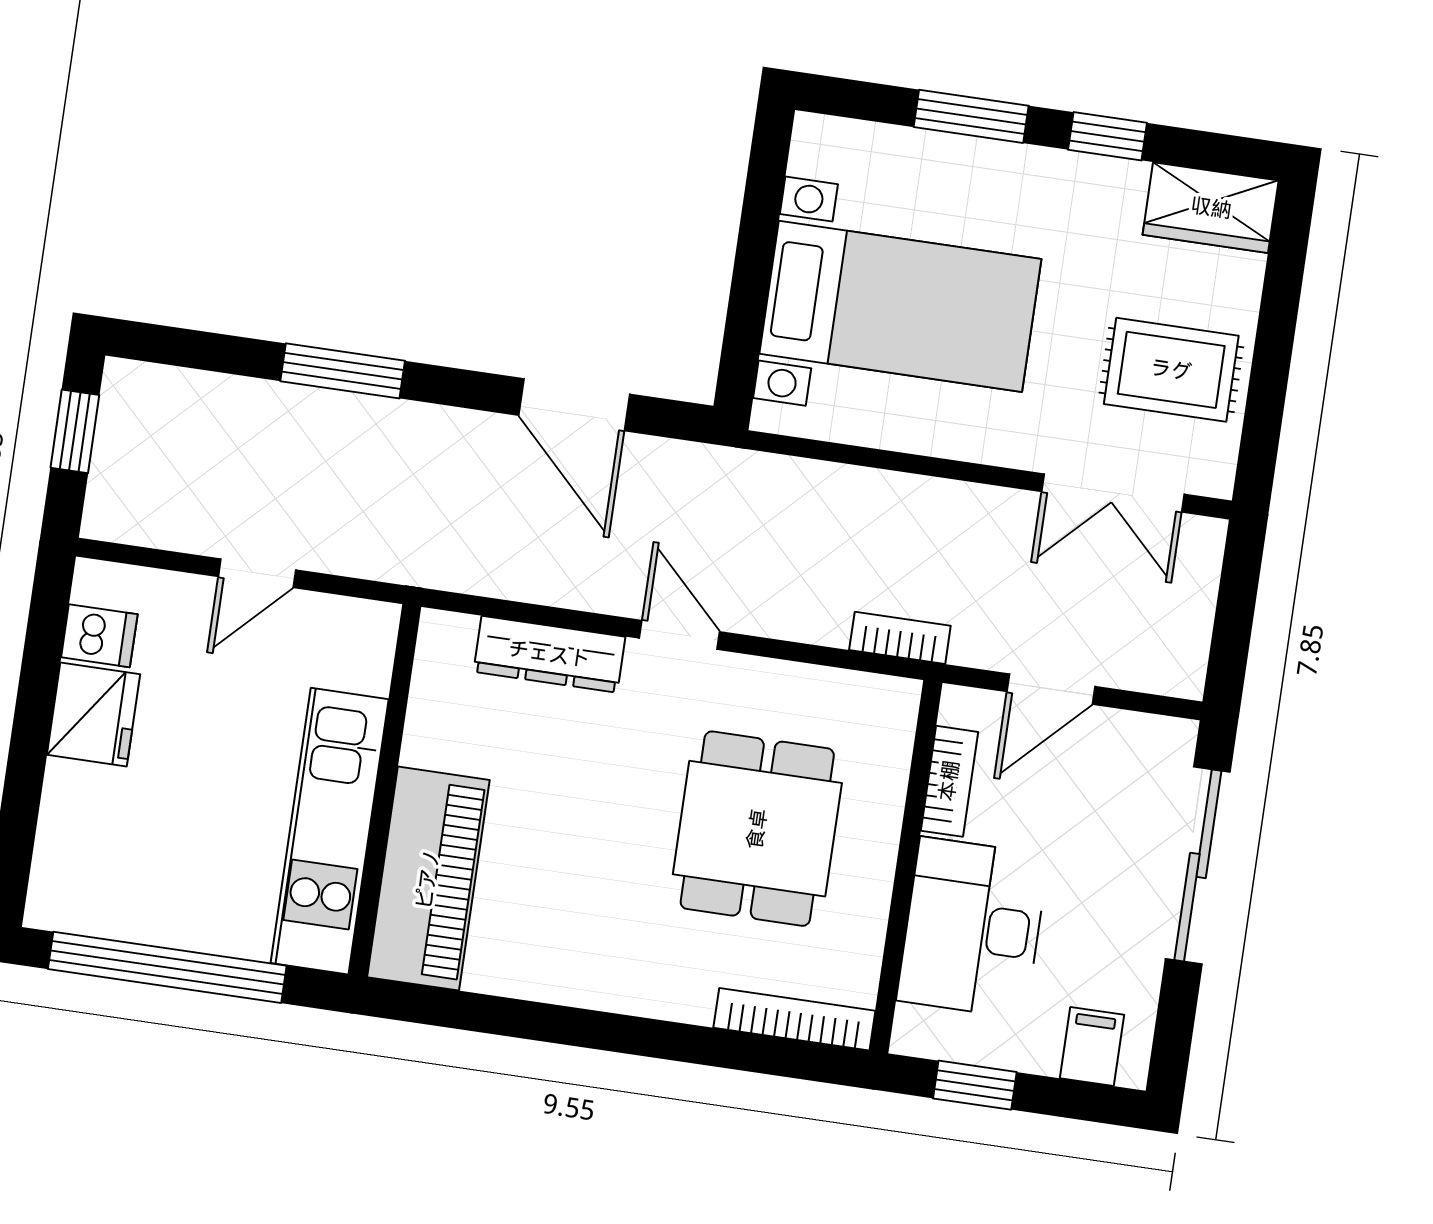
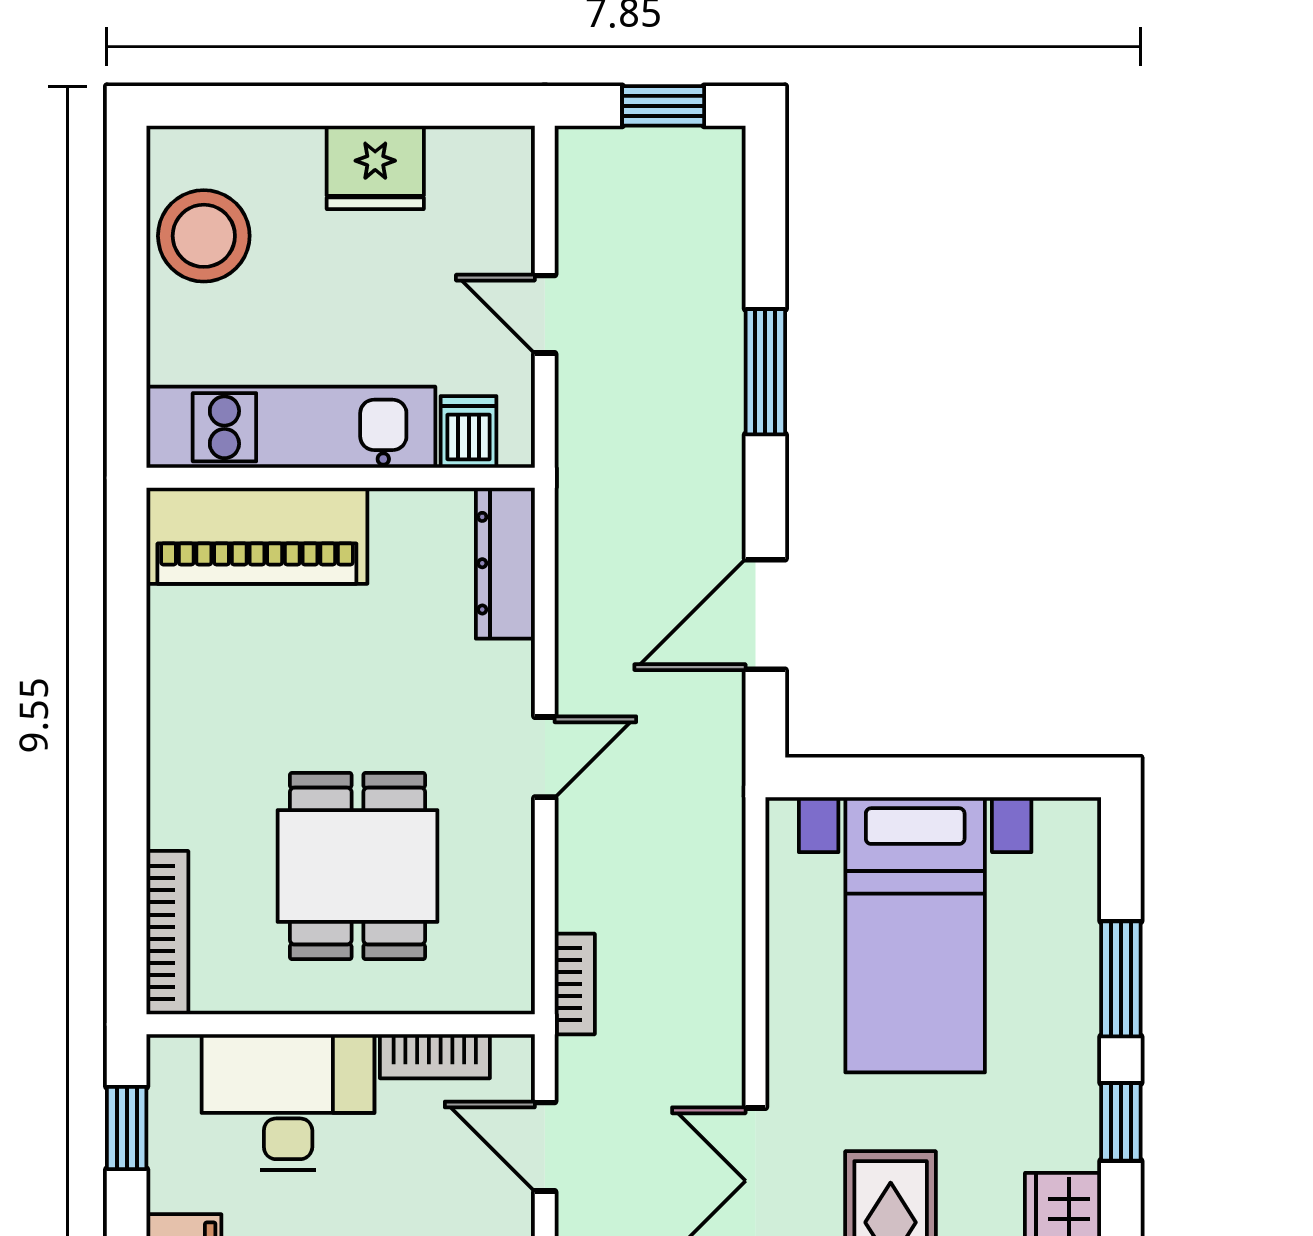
dishwasher: (99, 636) -> (469, 432), moved, turned 180
dresser: (549, 654) -> (505, 563), moved
dining table: (757, 829) -> (357, 866), turned 90
stool: (135, 888) -> (204, 236), added
window: (167, 967) -> (127, 281), removed

